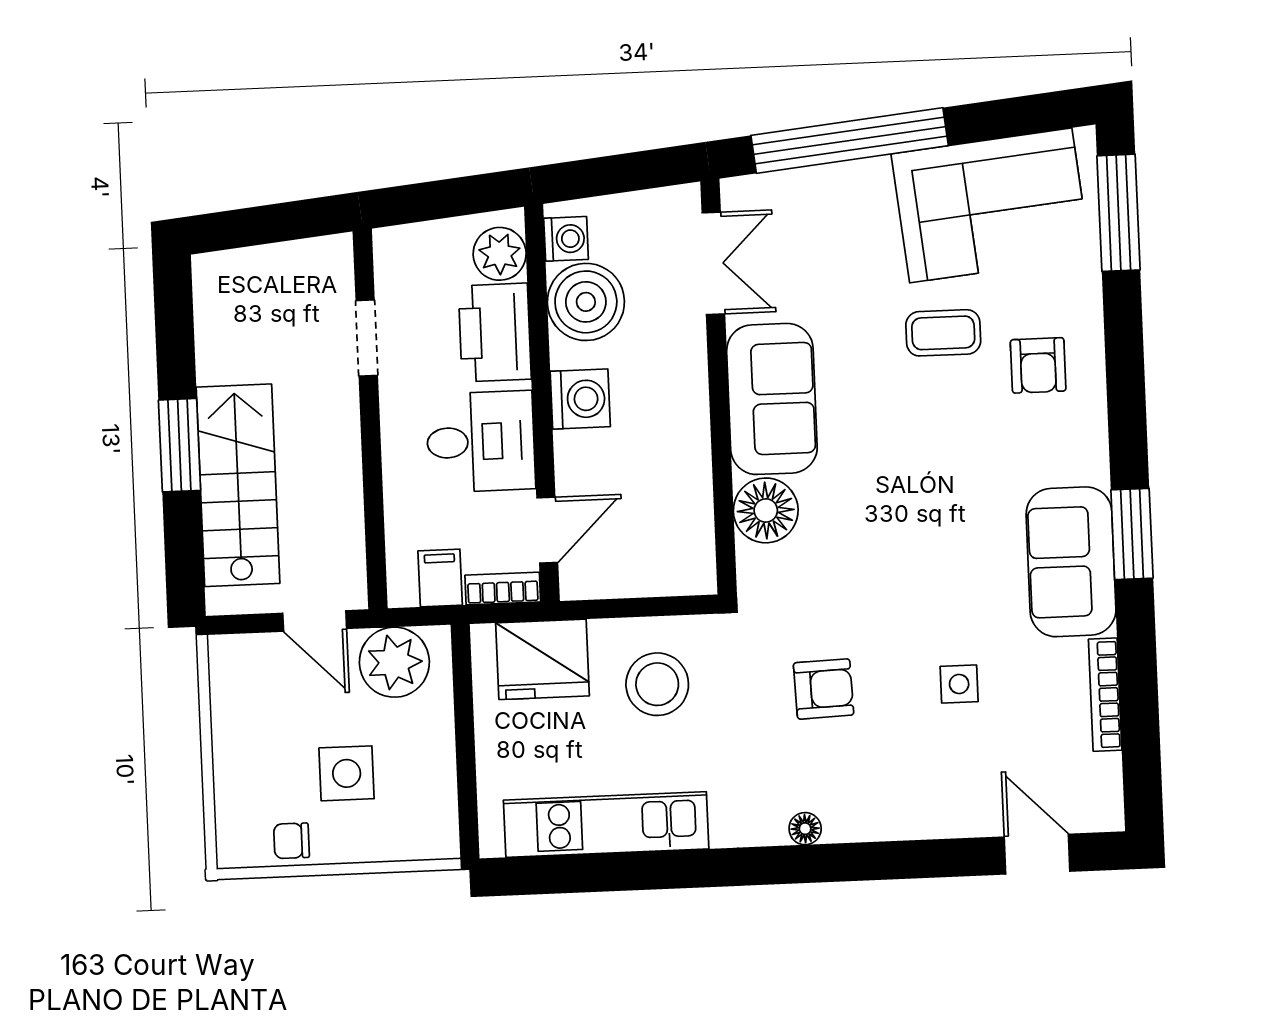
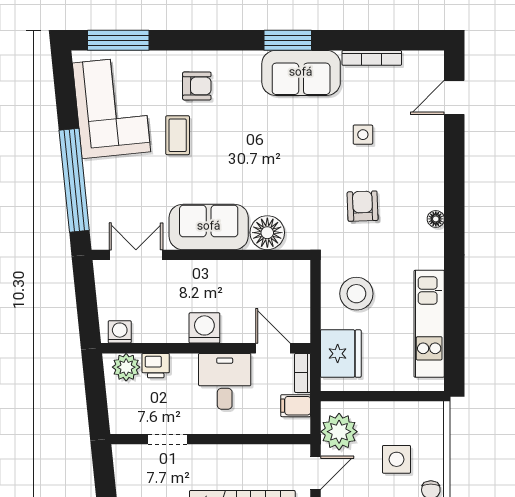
boiler: (586, 302) -> (153, 323), removed
printer: (495, 332) -> (156, 366), width x0.53, depth x0.68

